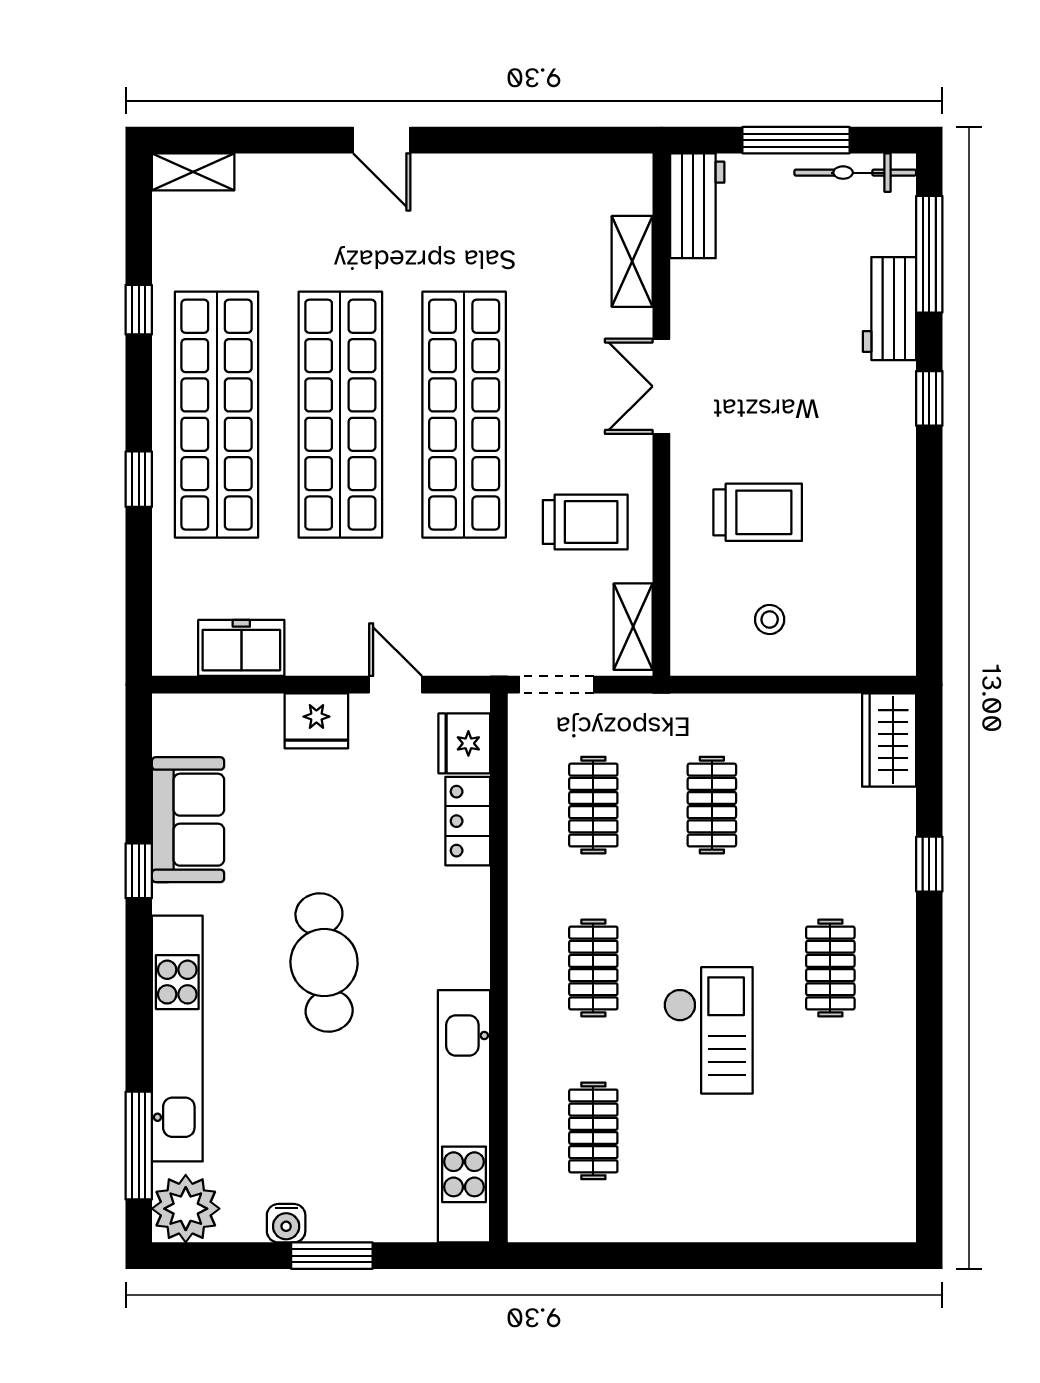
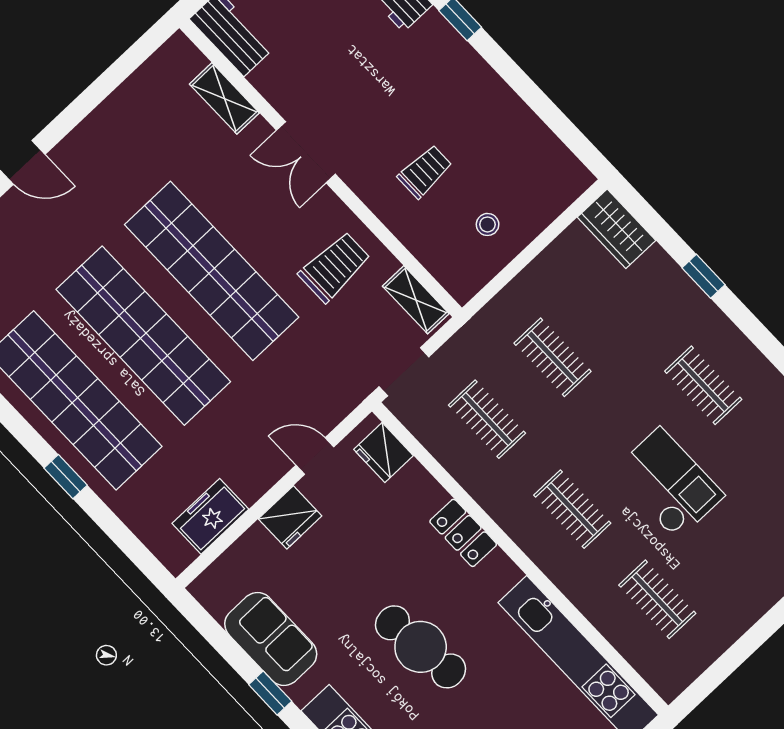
trolley: (758, 512) -> (425, 172), width x0.73, depth x0.72
locker: (468, 821) -> (463, 533), moved

